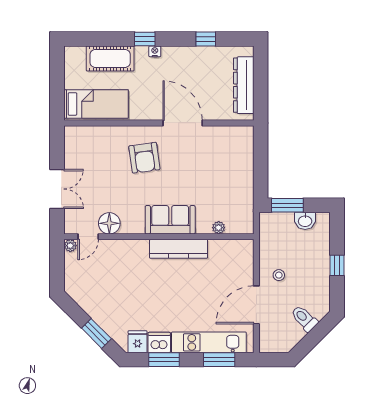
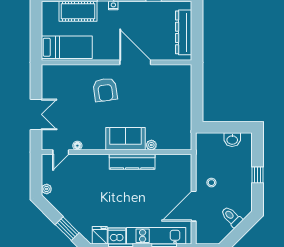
window: (287, 205) -> (218, 127), removed
floor lamp: (109, 223) -> (77, 146), width x0.53, depth x0.53
plant: (219, 228) -> (151, 145), moved
plant: (70, 246) -> (47, 189), moved

